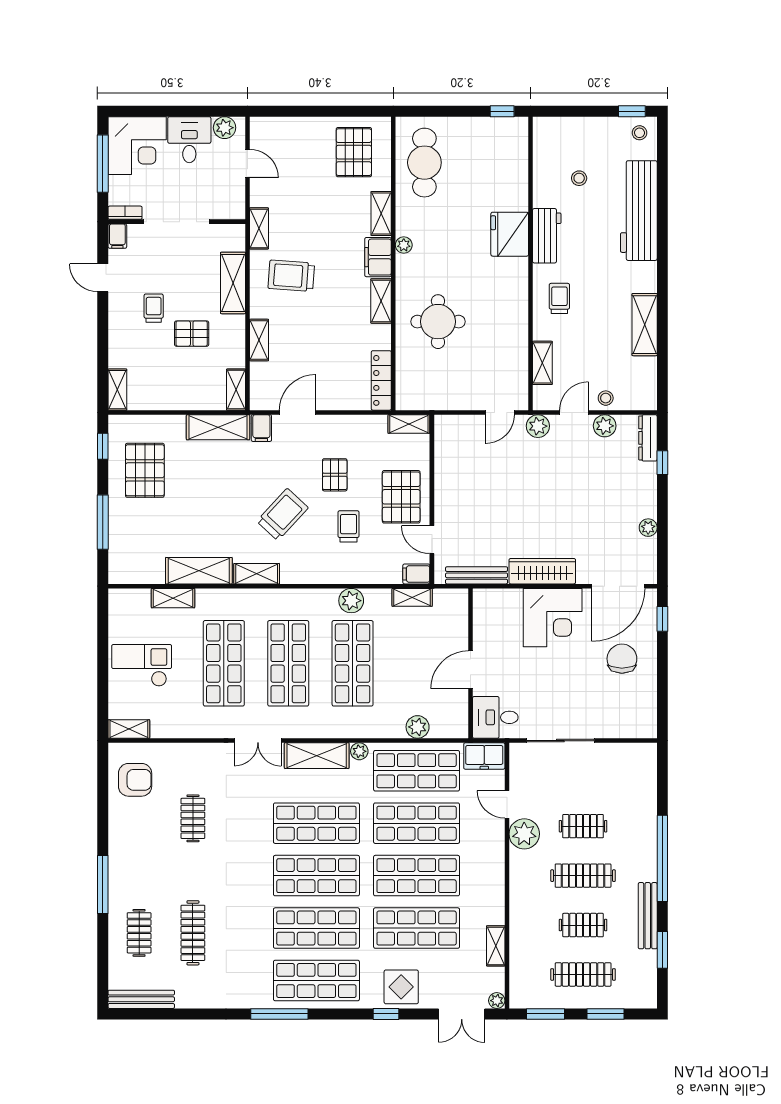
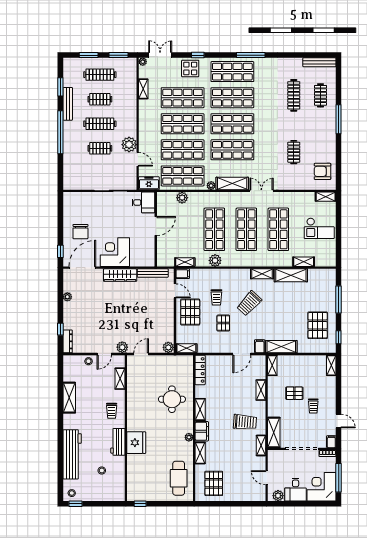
shelving: (233, 283) -> (274, 432), moved
plant: (605, 426) -> (168, 347), moved

